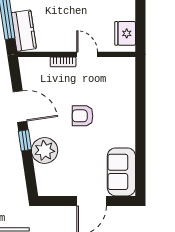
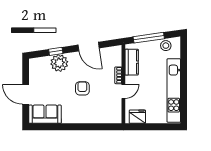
kitchen counter: (24, 31) -> (132, 62), moved, turned -82
door: (20, 106) -> (89, 47), hinge flipped
window: (25, 140) -> (56, 51), moved

